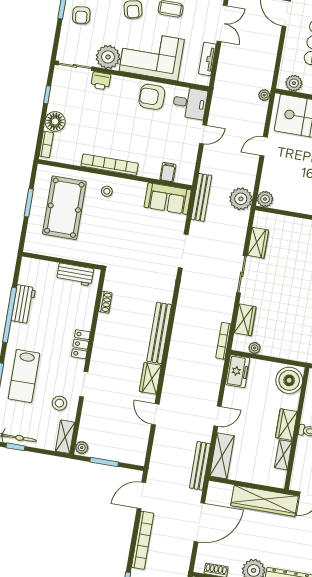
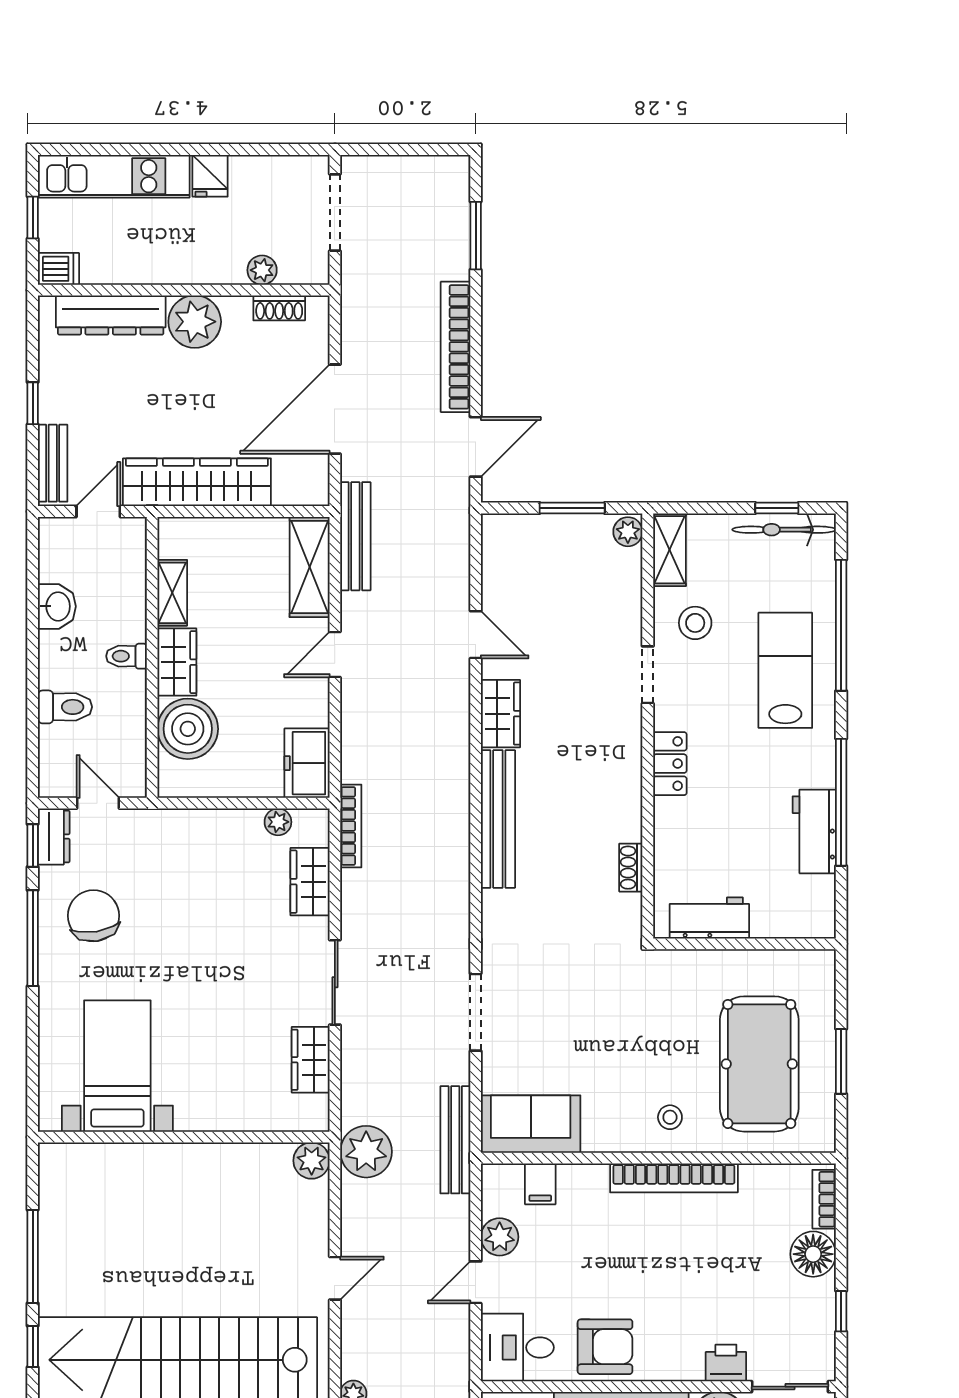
plant: (189, 152) -> (500, 1237), added
boiler: (289, 380) -> (188, 729), moved

